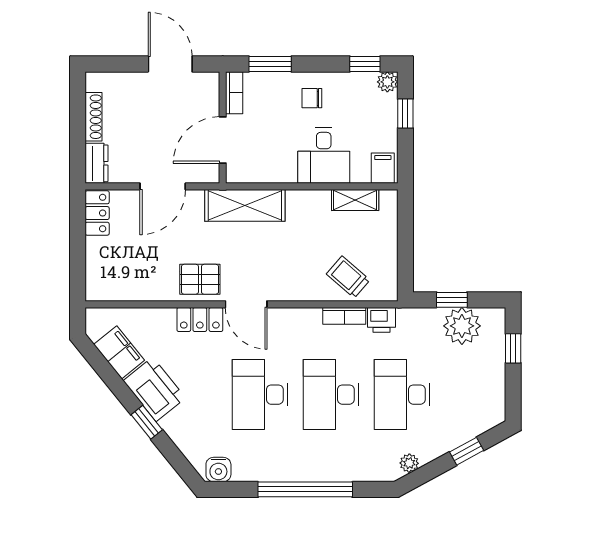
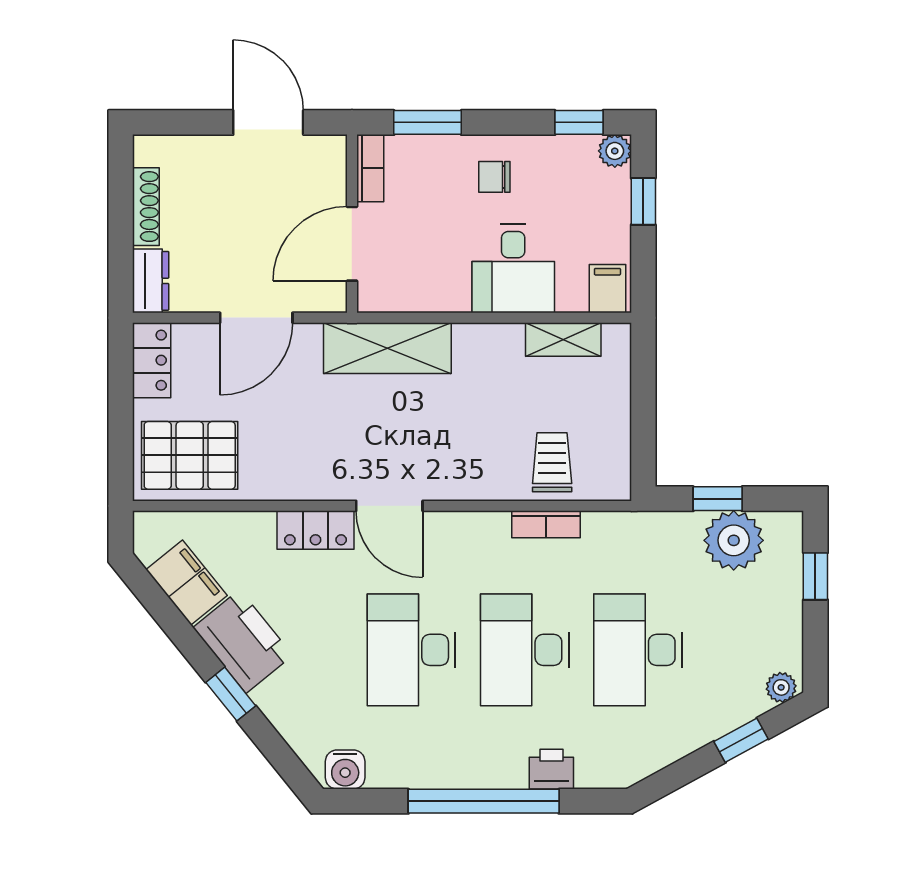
trolley: (348, 277) -> (552, 462), turned 49
pallet: (200, 279) -> (190, 455), moved, width x1.50, depth x1.42
printer: (381, 320) -> (551, 769), moved, turned 180
plant: (409, 463) -> (781, 687), moved

